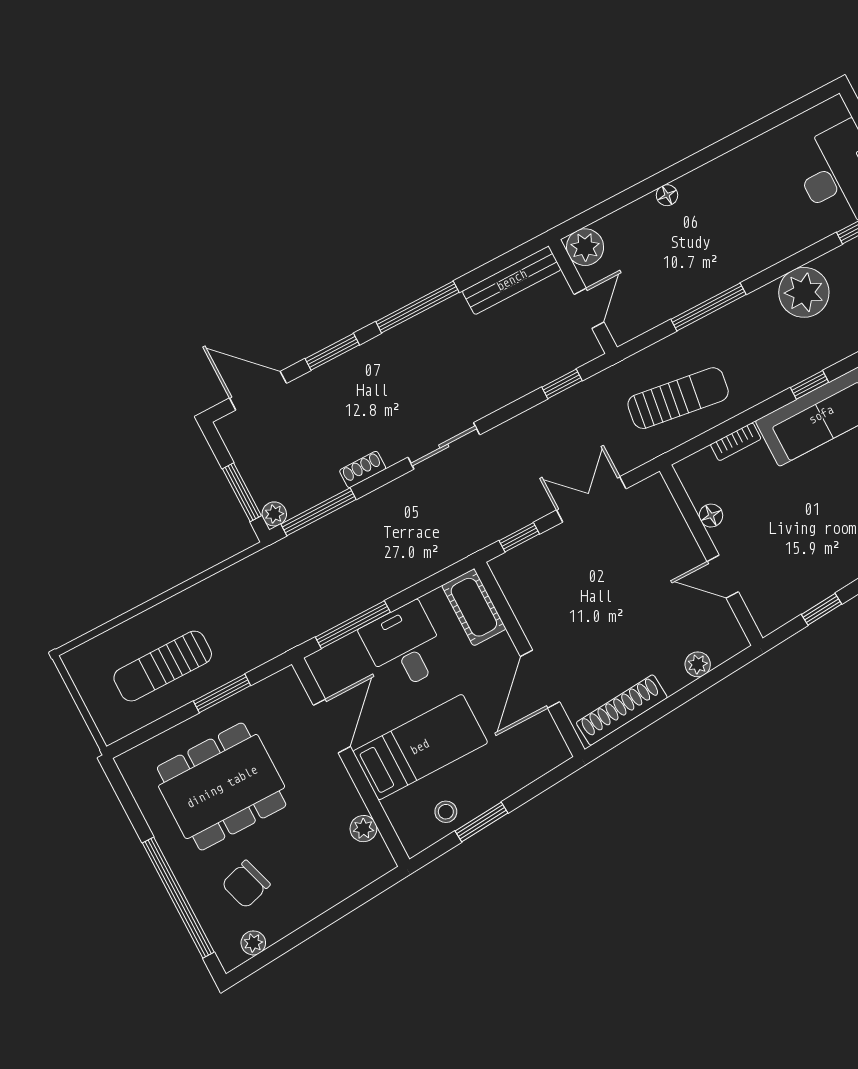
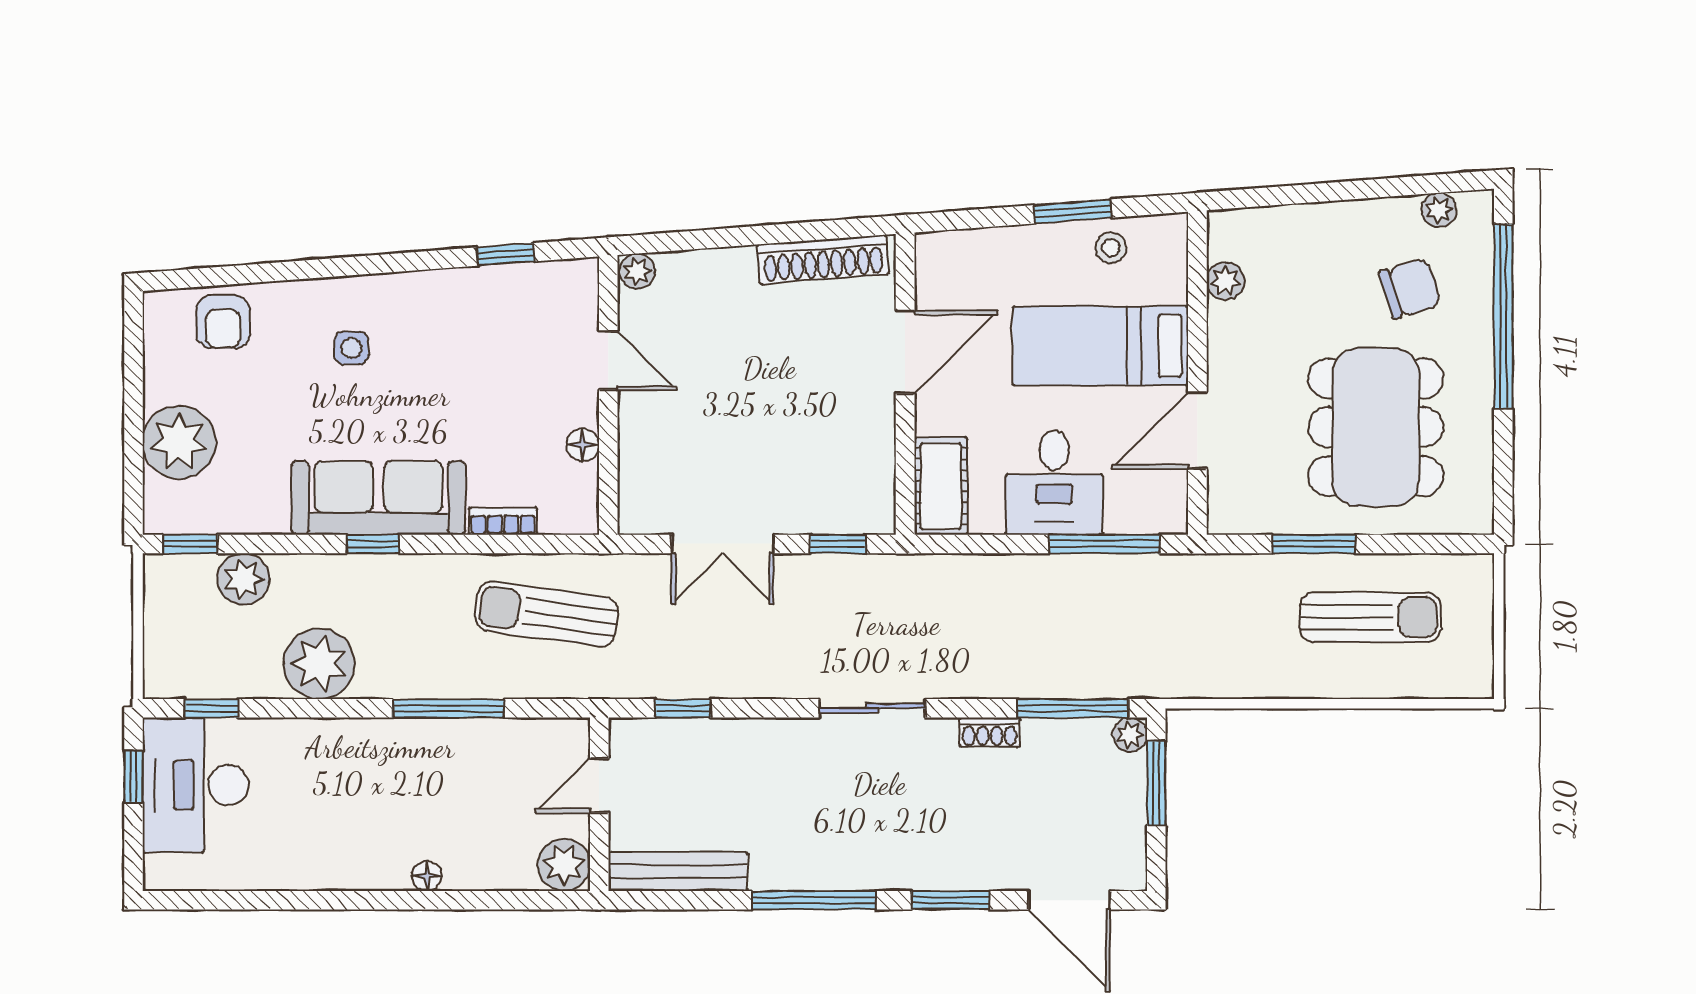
plant: (698, 664) -> (637, 271), moved
dining table: (222, 787) -> (1376, 427), turned 90

